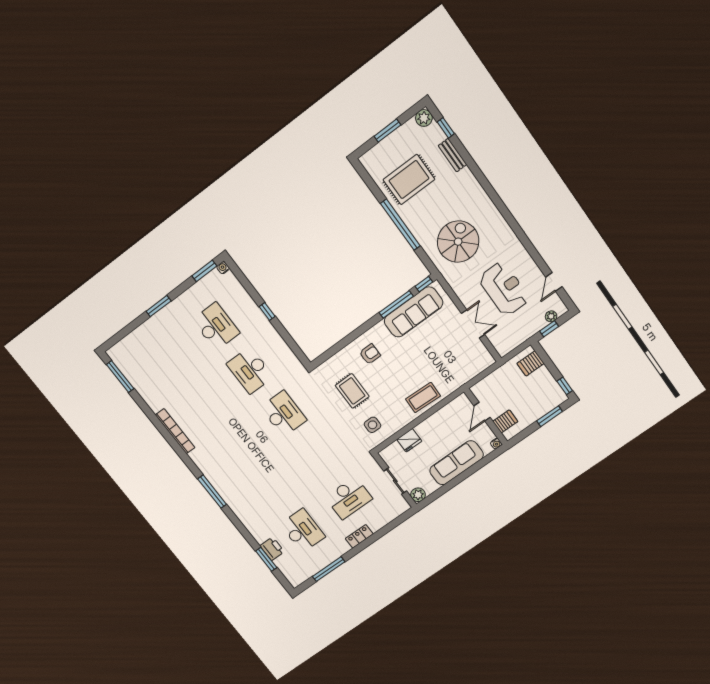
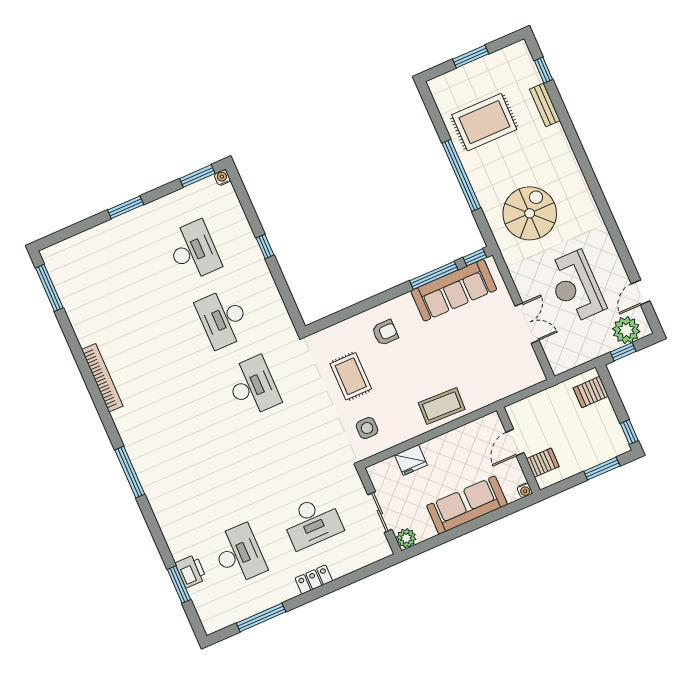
plant: (424, 118) -> (519, 52), removed
reception desk: (504, 289) -> (576, 287), turned 180
plant: (551, 316) -> (626, 330), width x1.88, depth x1.88

